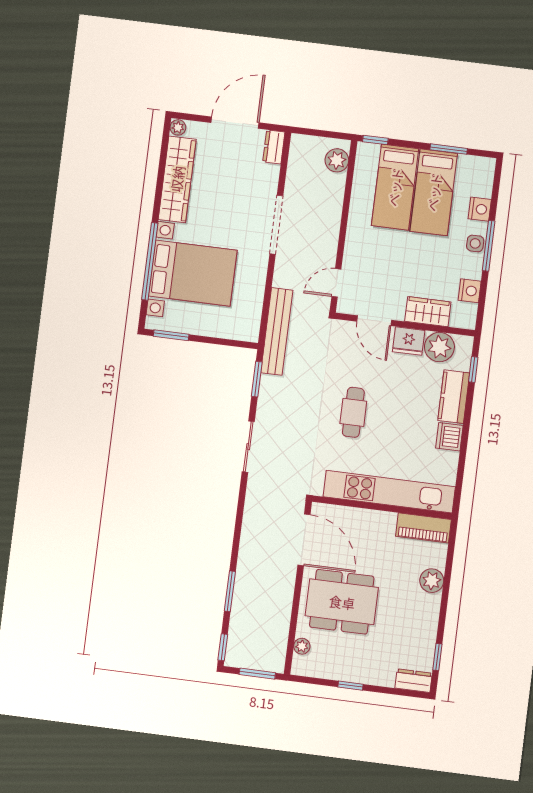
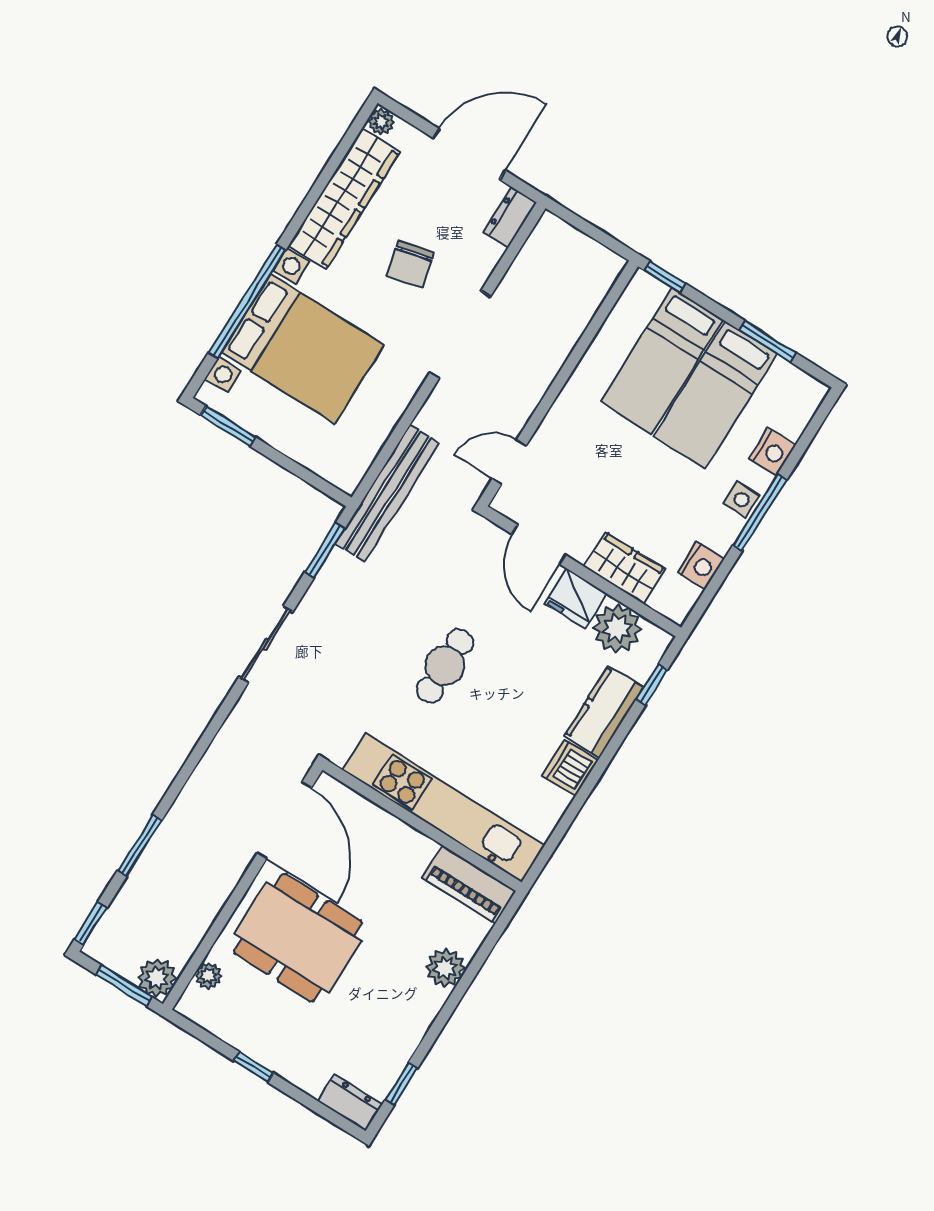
plant: (337, 160) -> (157, 978), moved
chair: (231, 199) -> (410, 264), added

